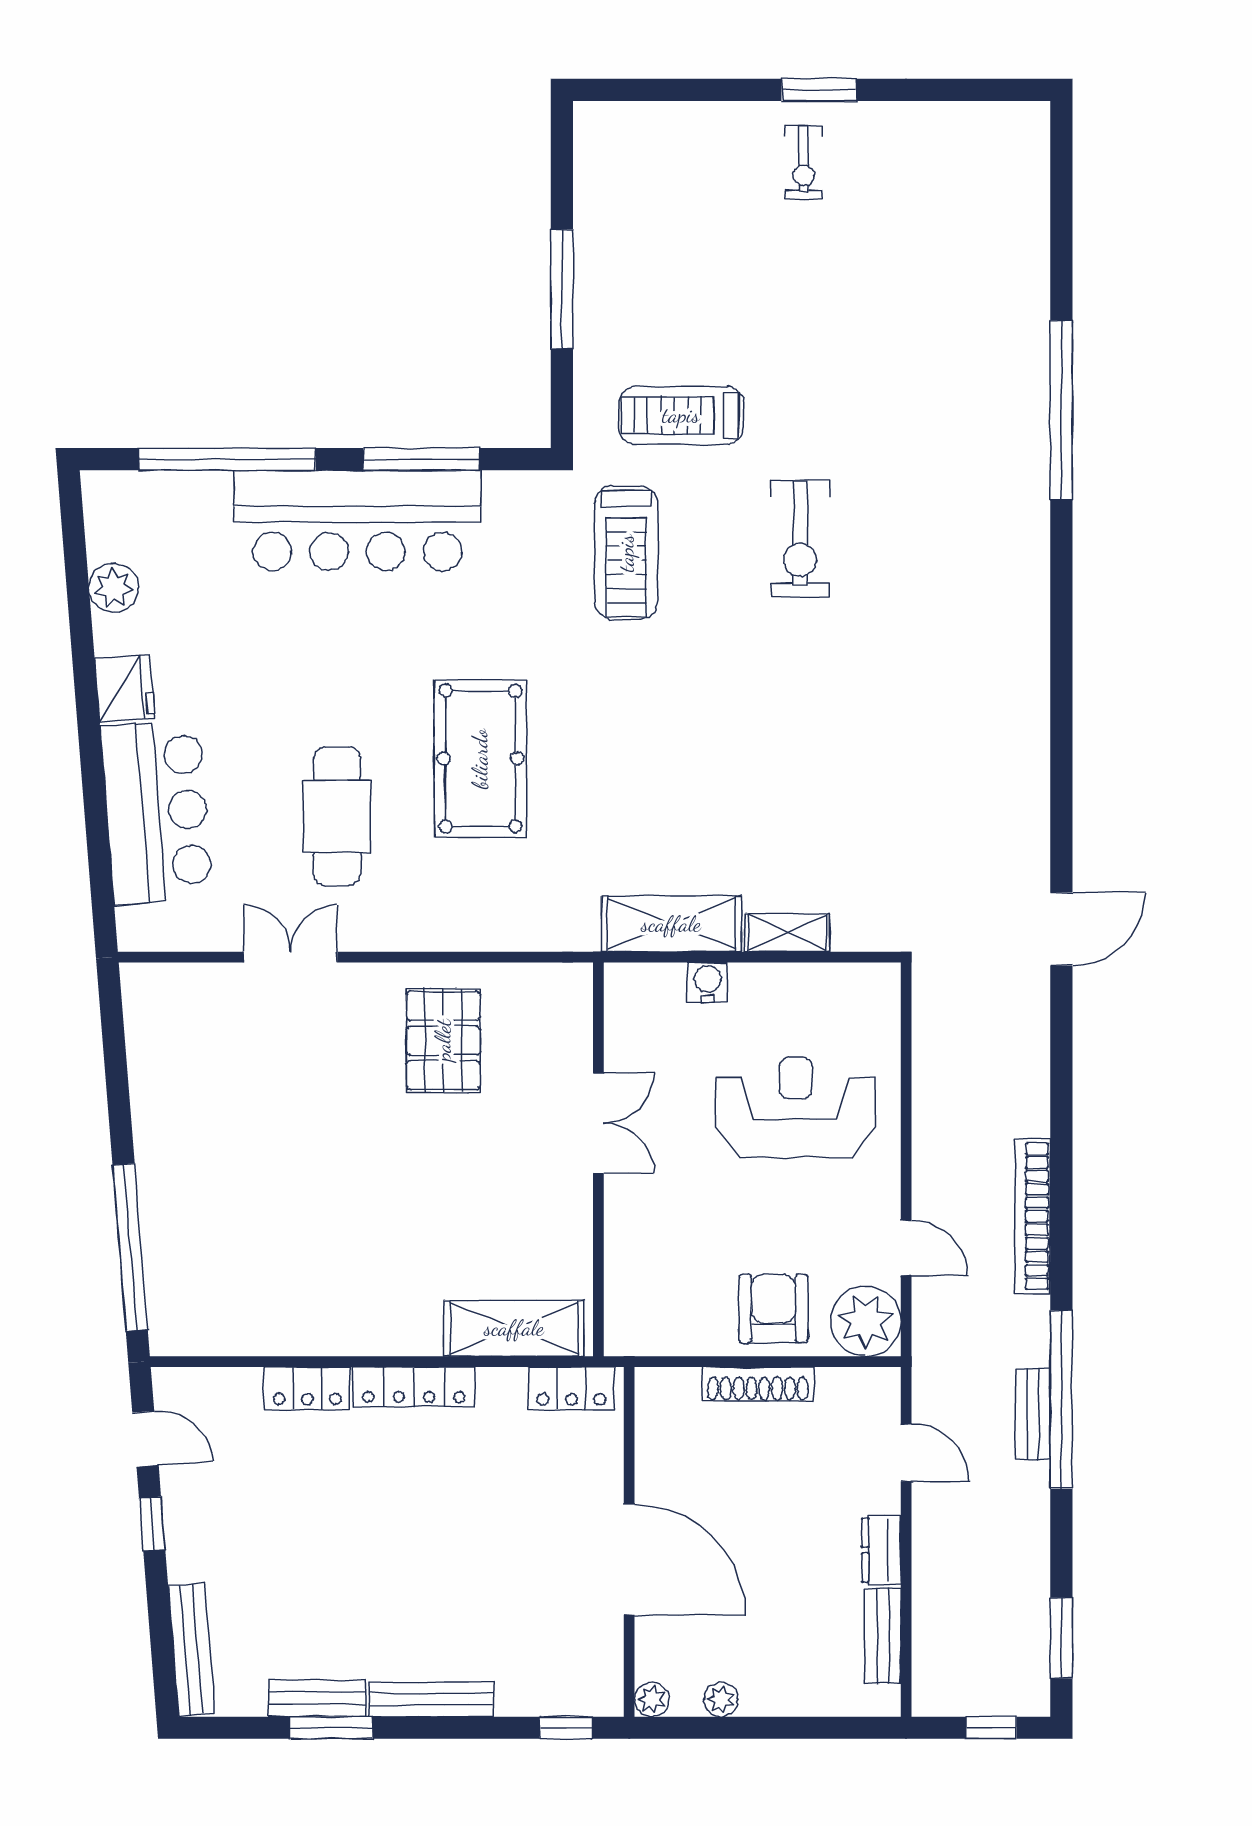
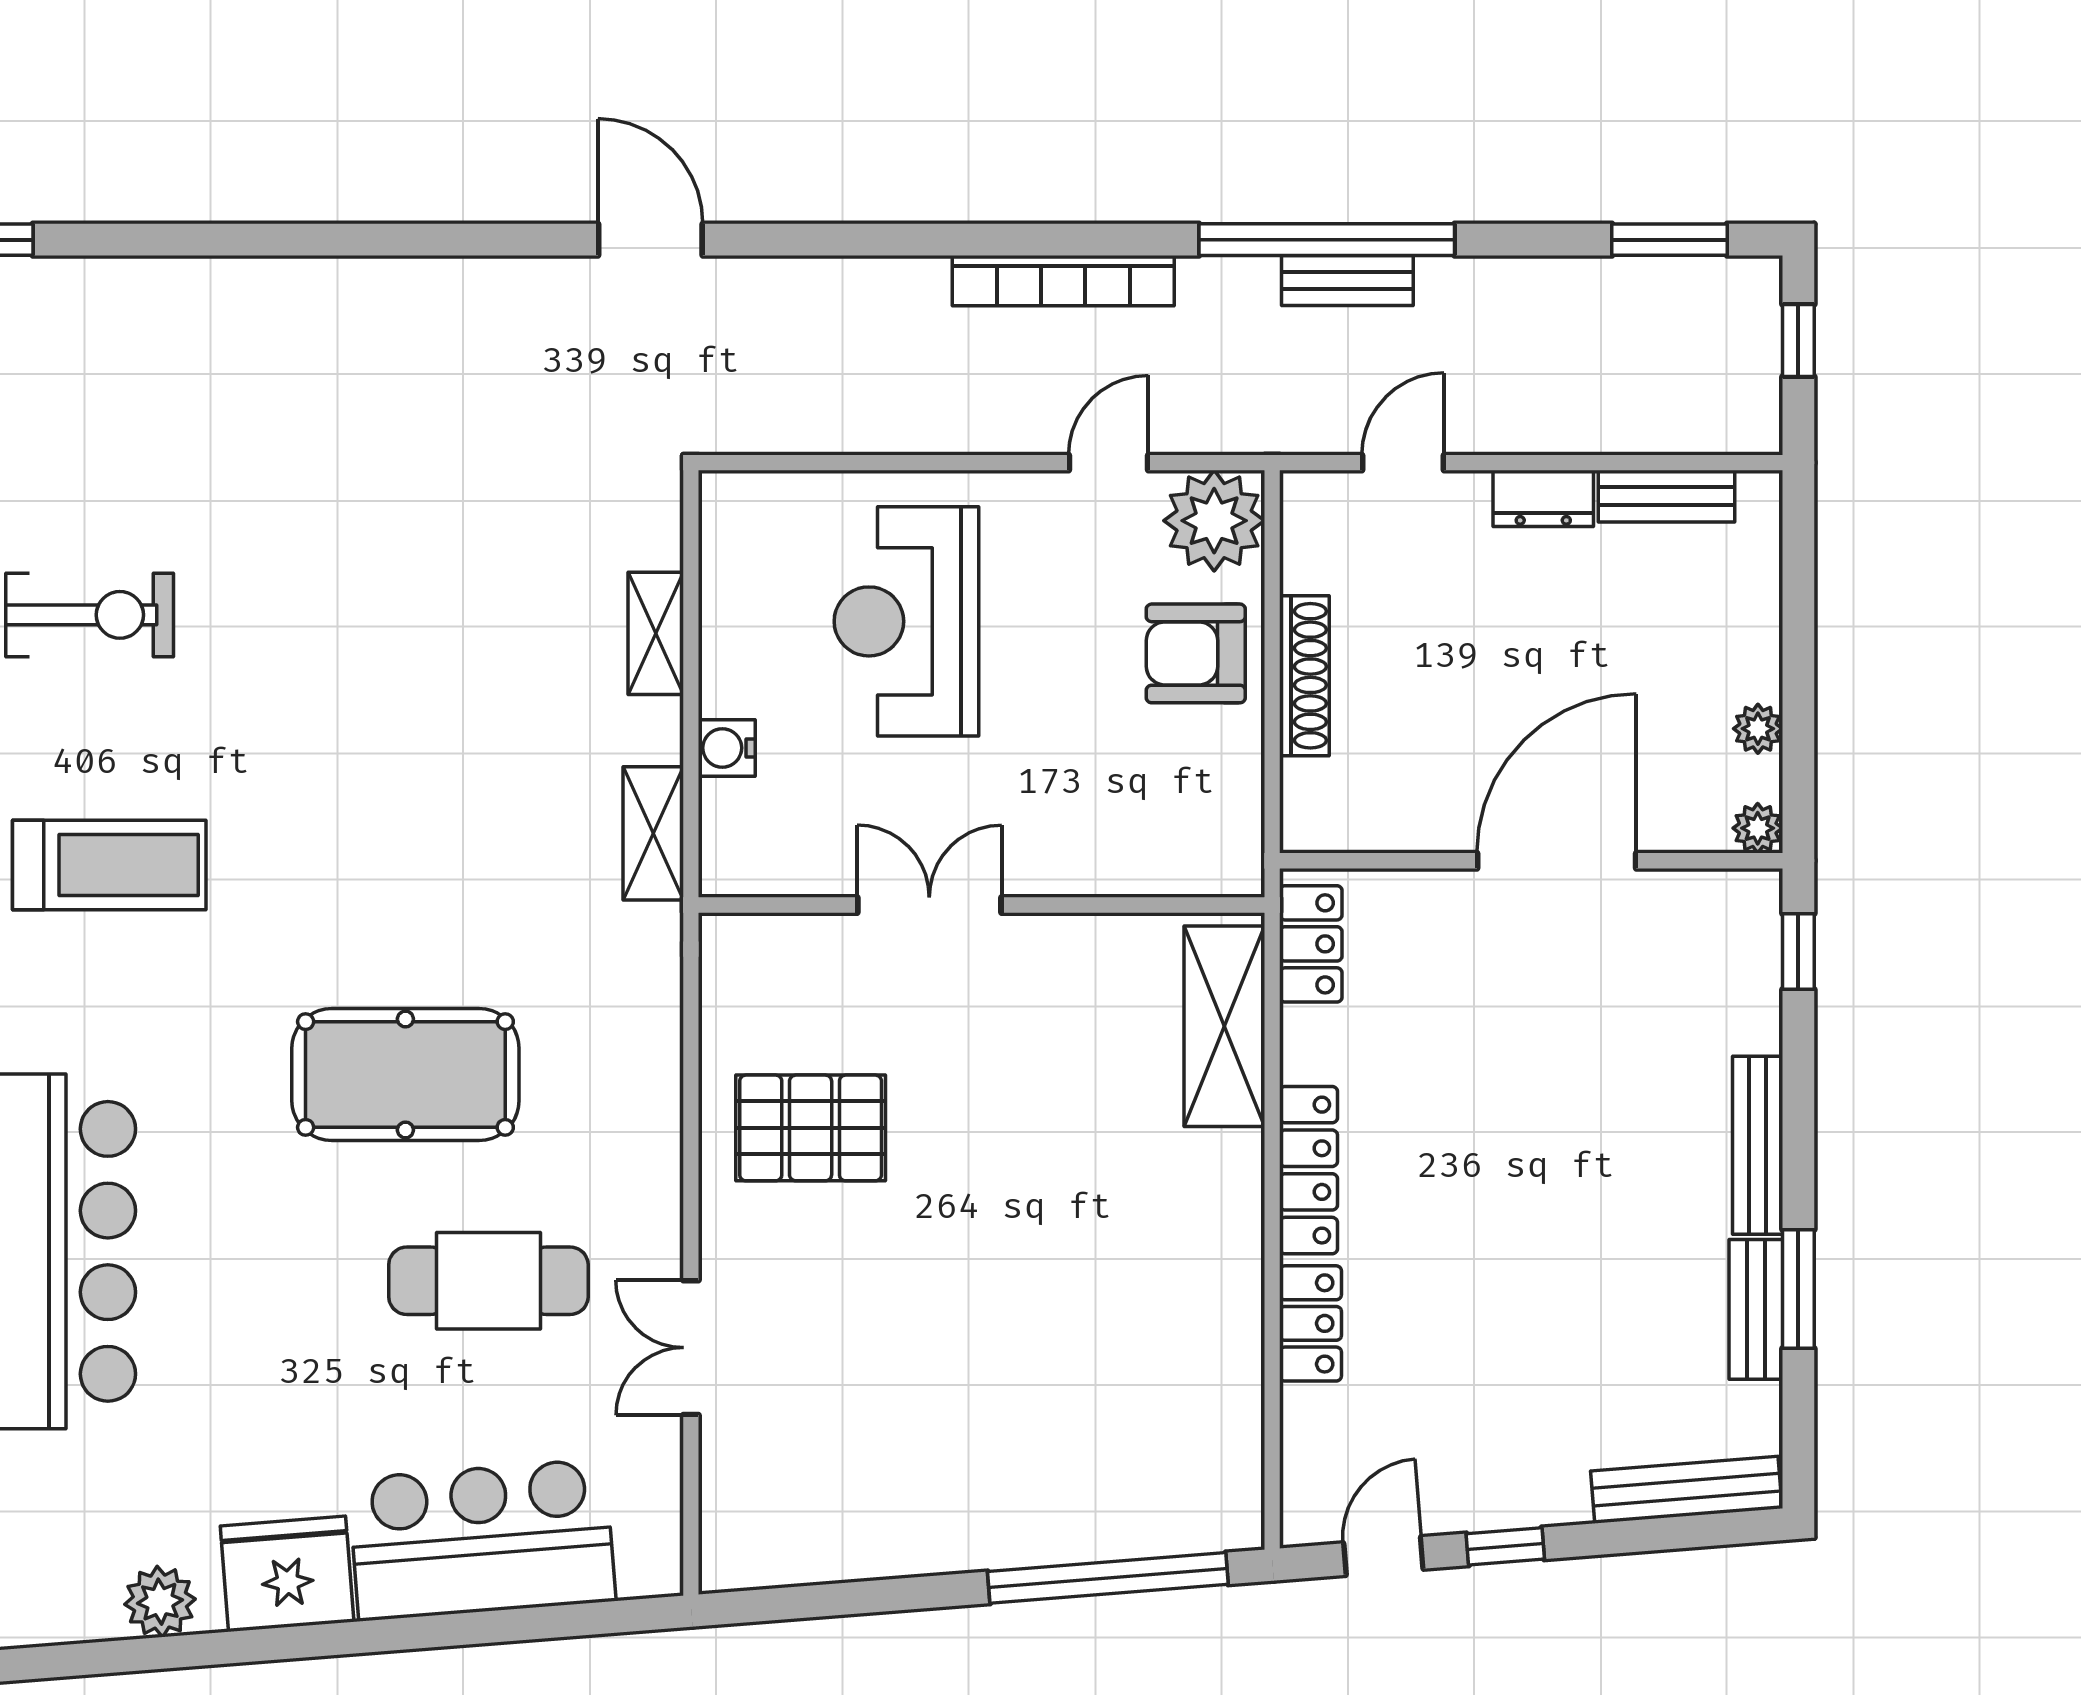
fridge: (125, 689) -> (287, 1574), width x1.36, depth x1.34
shelving: (671, 924) -> (653, 833), width x0.67, depth x0.75

